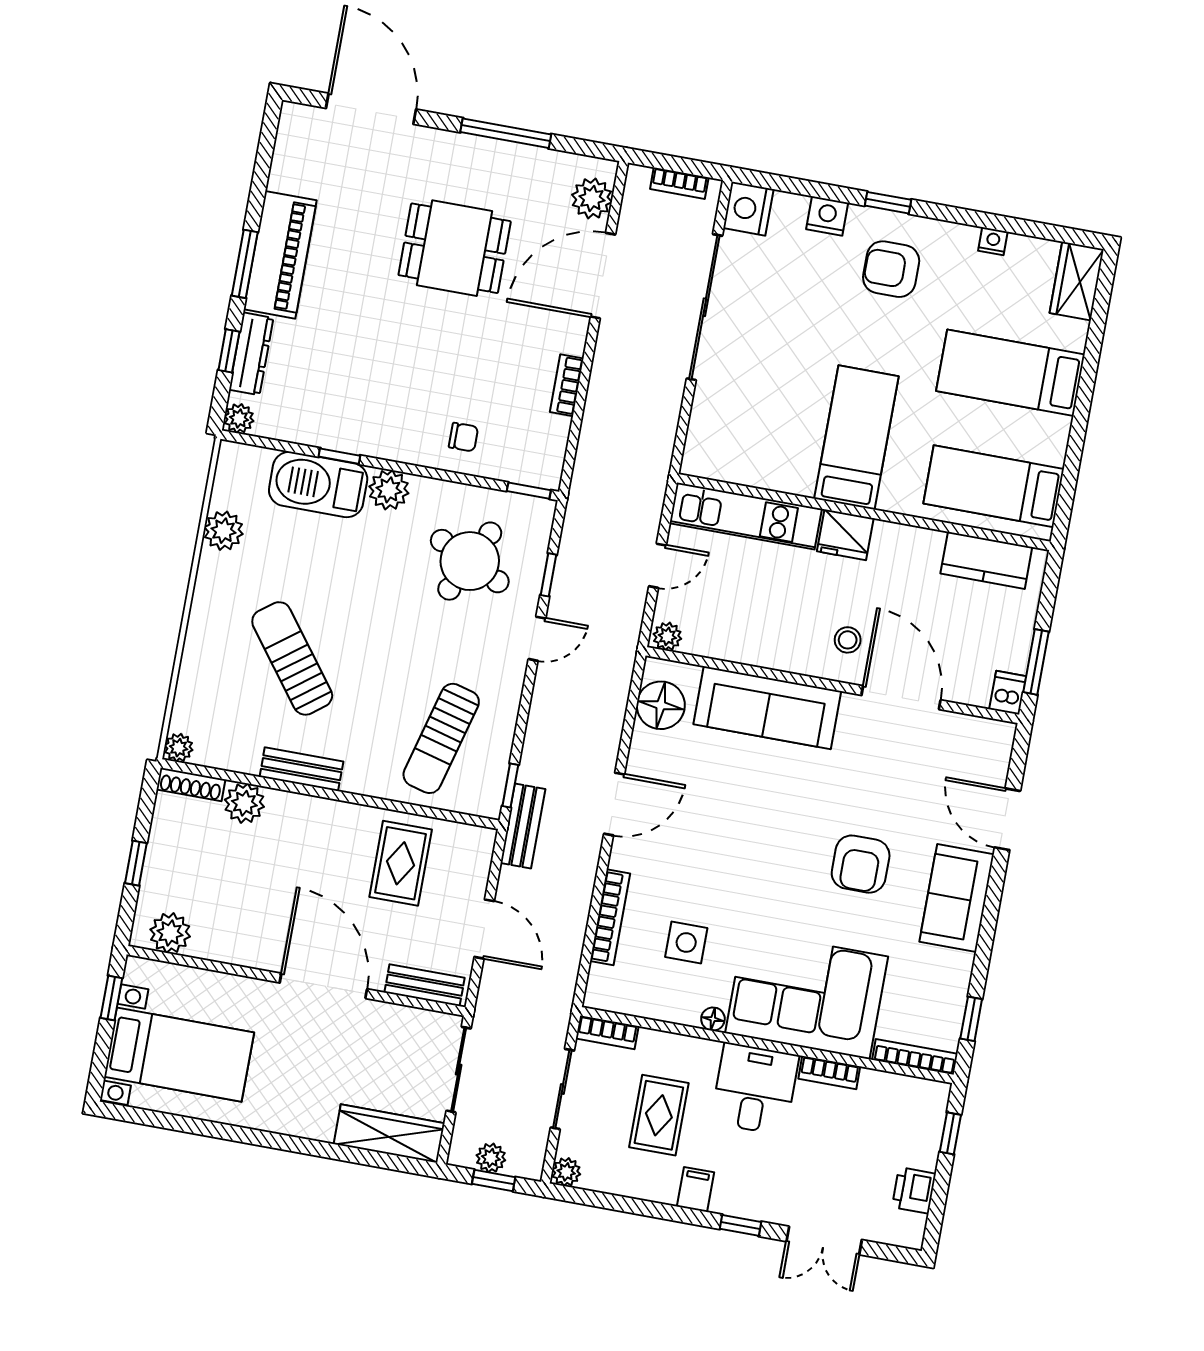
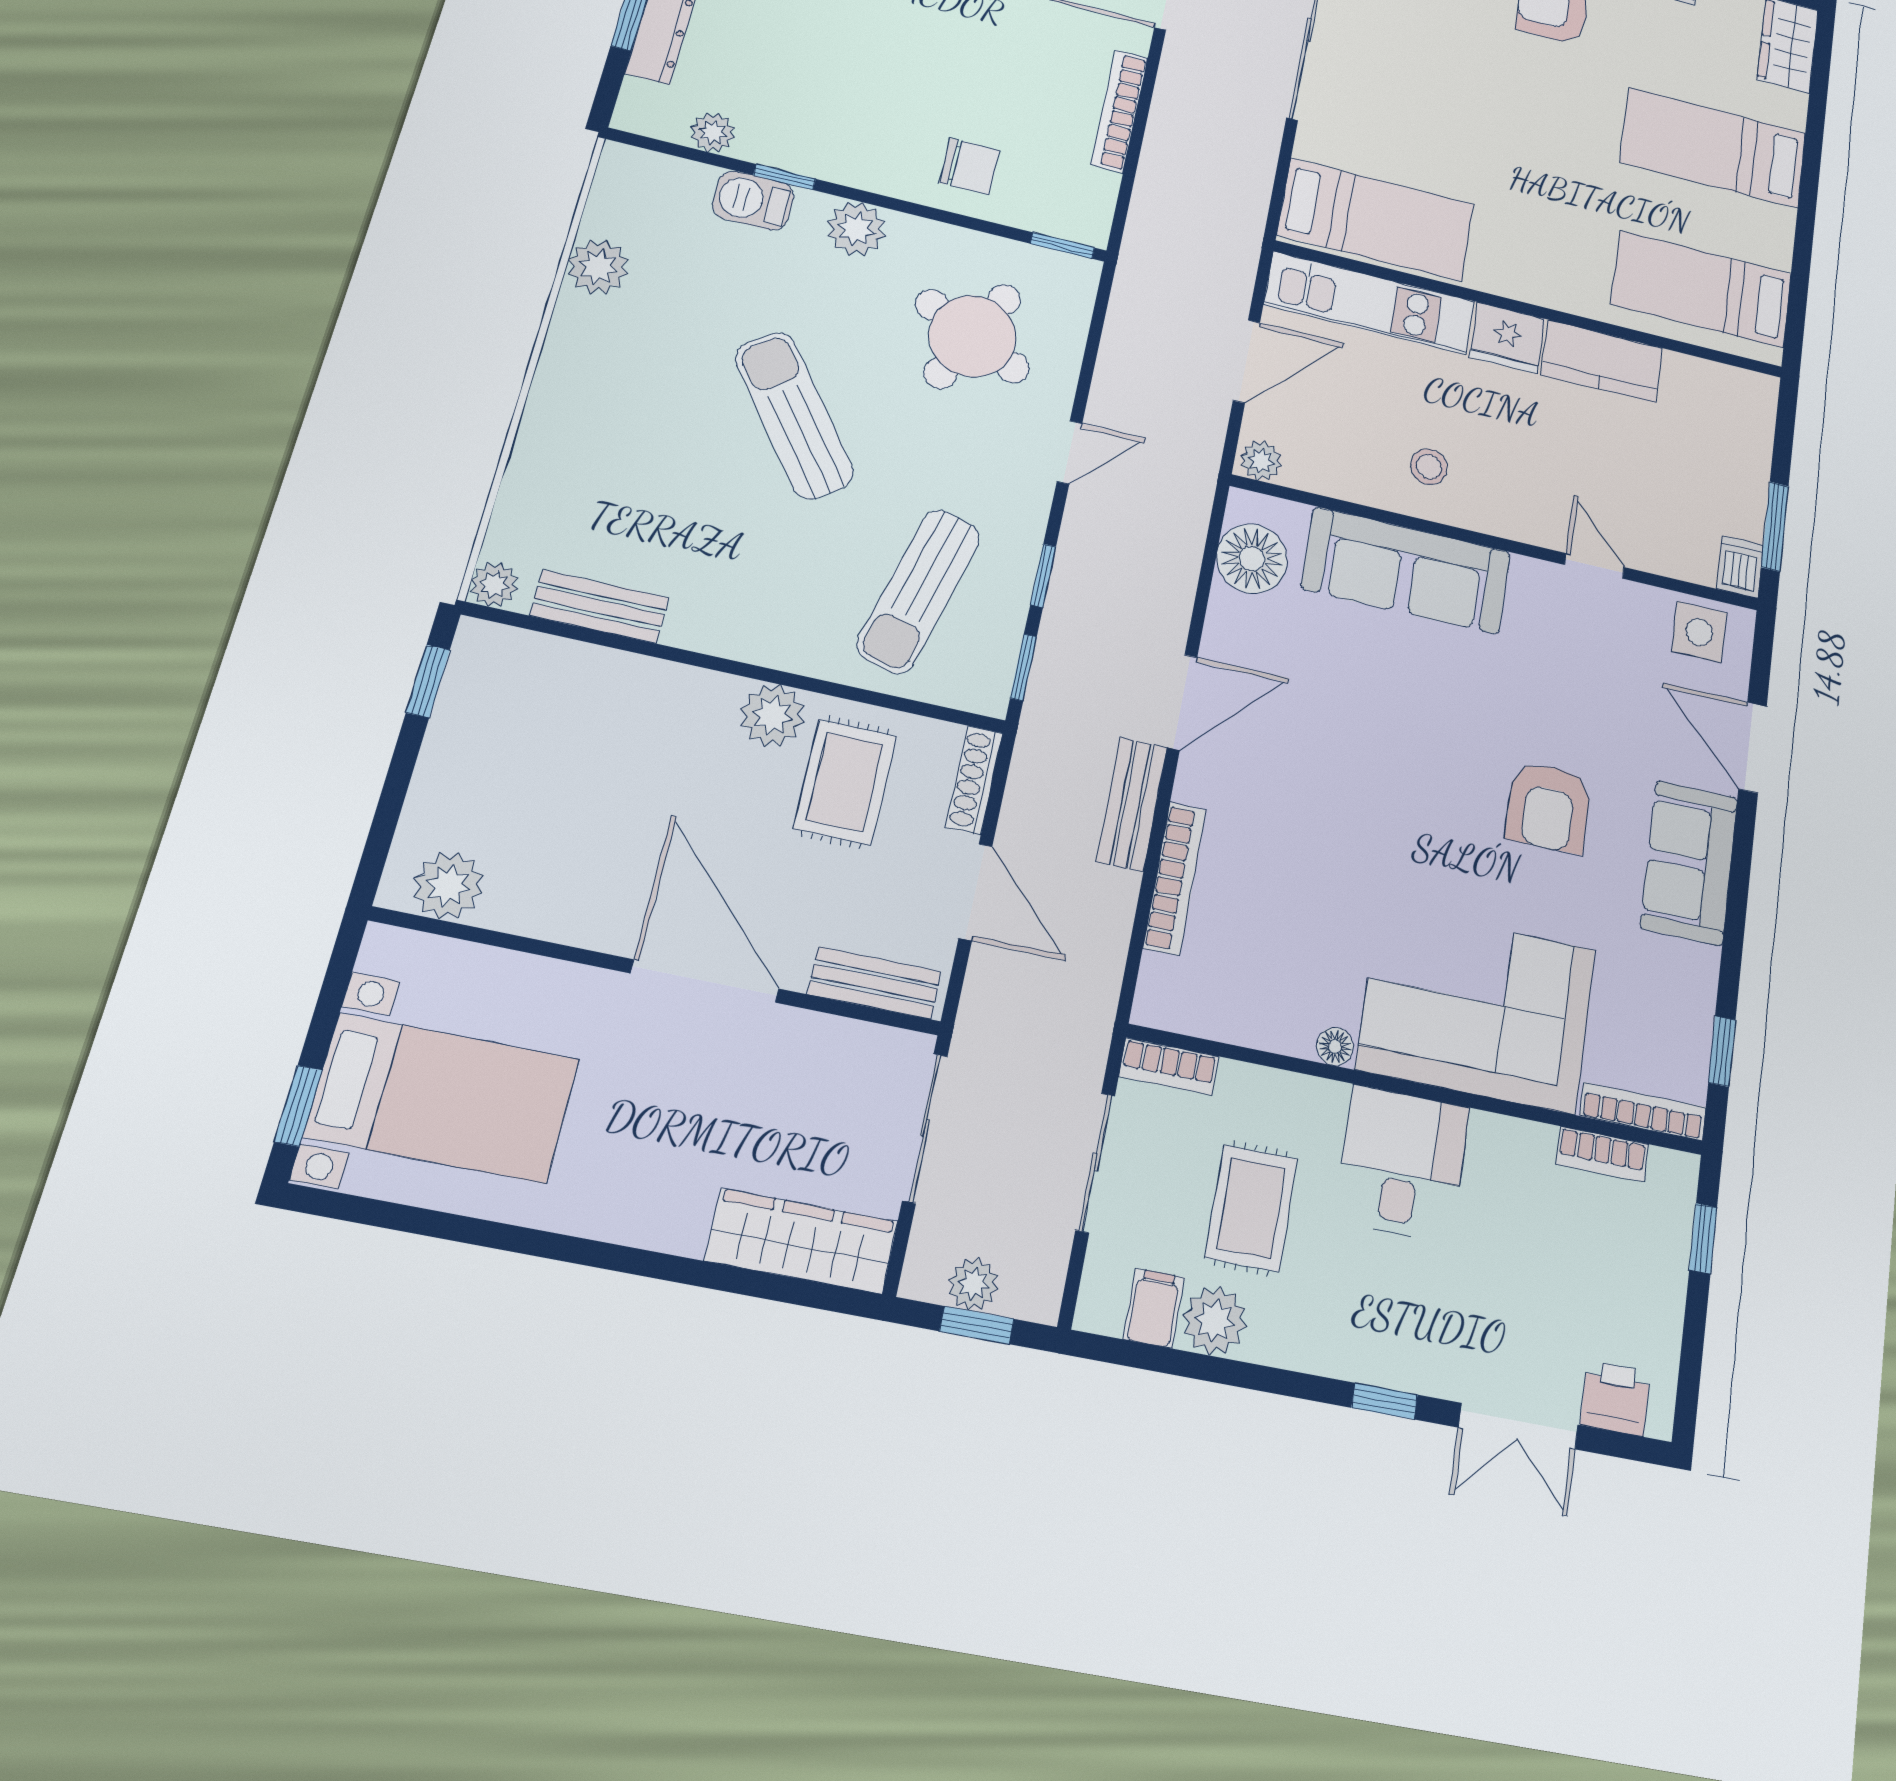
bookcase: (567, 385) -> (1119, 111), width x1.56
plant: (239, 418) -> (713, 133), moved
chair: (463, 437) -> (970, 166), width x1.37, depth x1.37
bed: (856, 437) -> (1376, 220), moved, turned 90
barbecue: (318, 484) -> (753, 201), width x0.53, depth x0.65
kitchen counter: (986, 560) -> (1602, 361), moved
door: (657, 566) -> (1246, 361), width x1.38
window: (549, 575) -> (1043, 576), moved
stool: (848, 640) -> (1429, 467), moved
sun lounger: (292, 658) -> (794, 415), moved
door: (901, 698) -> (1594, 566), width x0.53
bench: (301, 769) -> (599, 607), moved
shoe rack: (191, 784) -> (974, 780), moved, turned 90
plant: (244, 803) -> (772, 715), moved
bench: (523, 826) -> (1132, 804), moved
window: (136, 863) -> (428, 681), moved
side table: (686, 943) -> (1699, 632), moved
window: (111, 998) -> (298, 1106), moved
bookcase: (829, 1073) -> (1602, 1154), moved
plant: (566, 1172) -> (1215, 1321), moved, width x1.38, depth x1.38
filing cabinet: (696, 1189) -> (1154, 1308), moved
printer: (914, 1190) -> (1615, 1398), moved, turned 90

